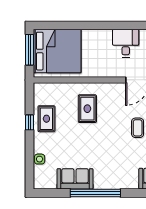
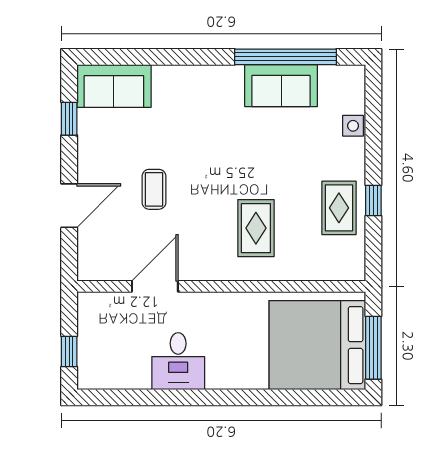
window: (95, 193) -> (286, 57), moved

